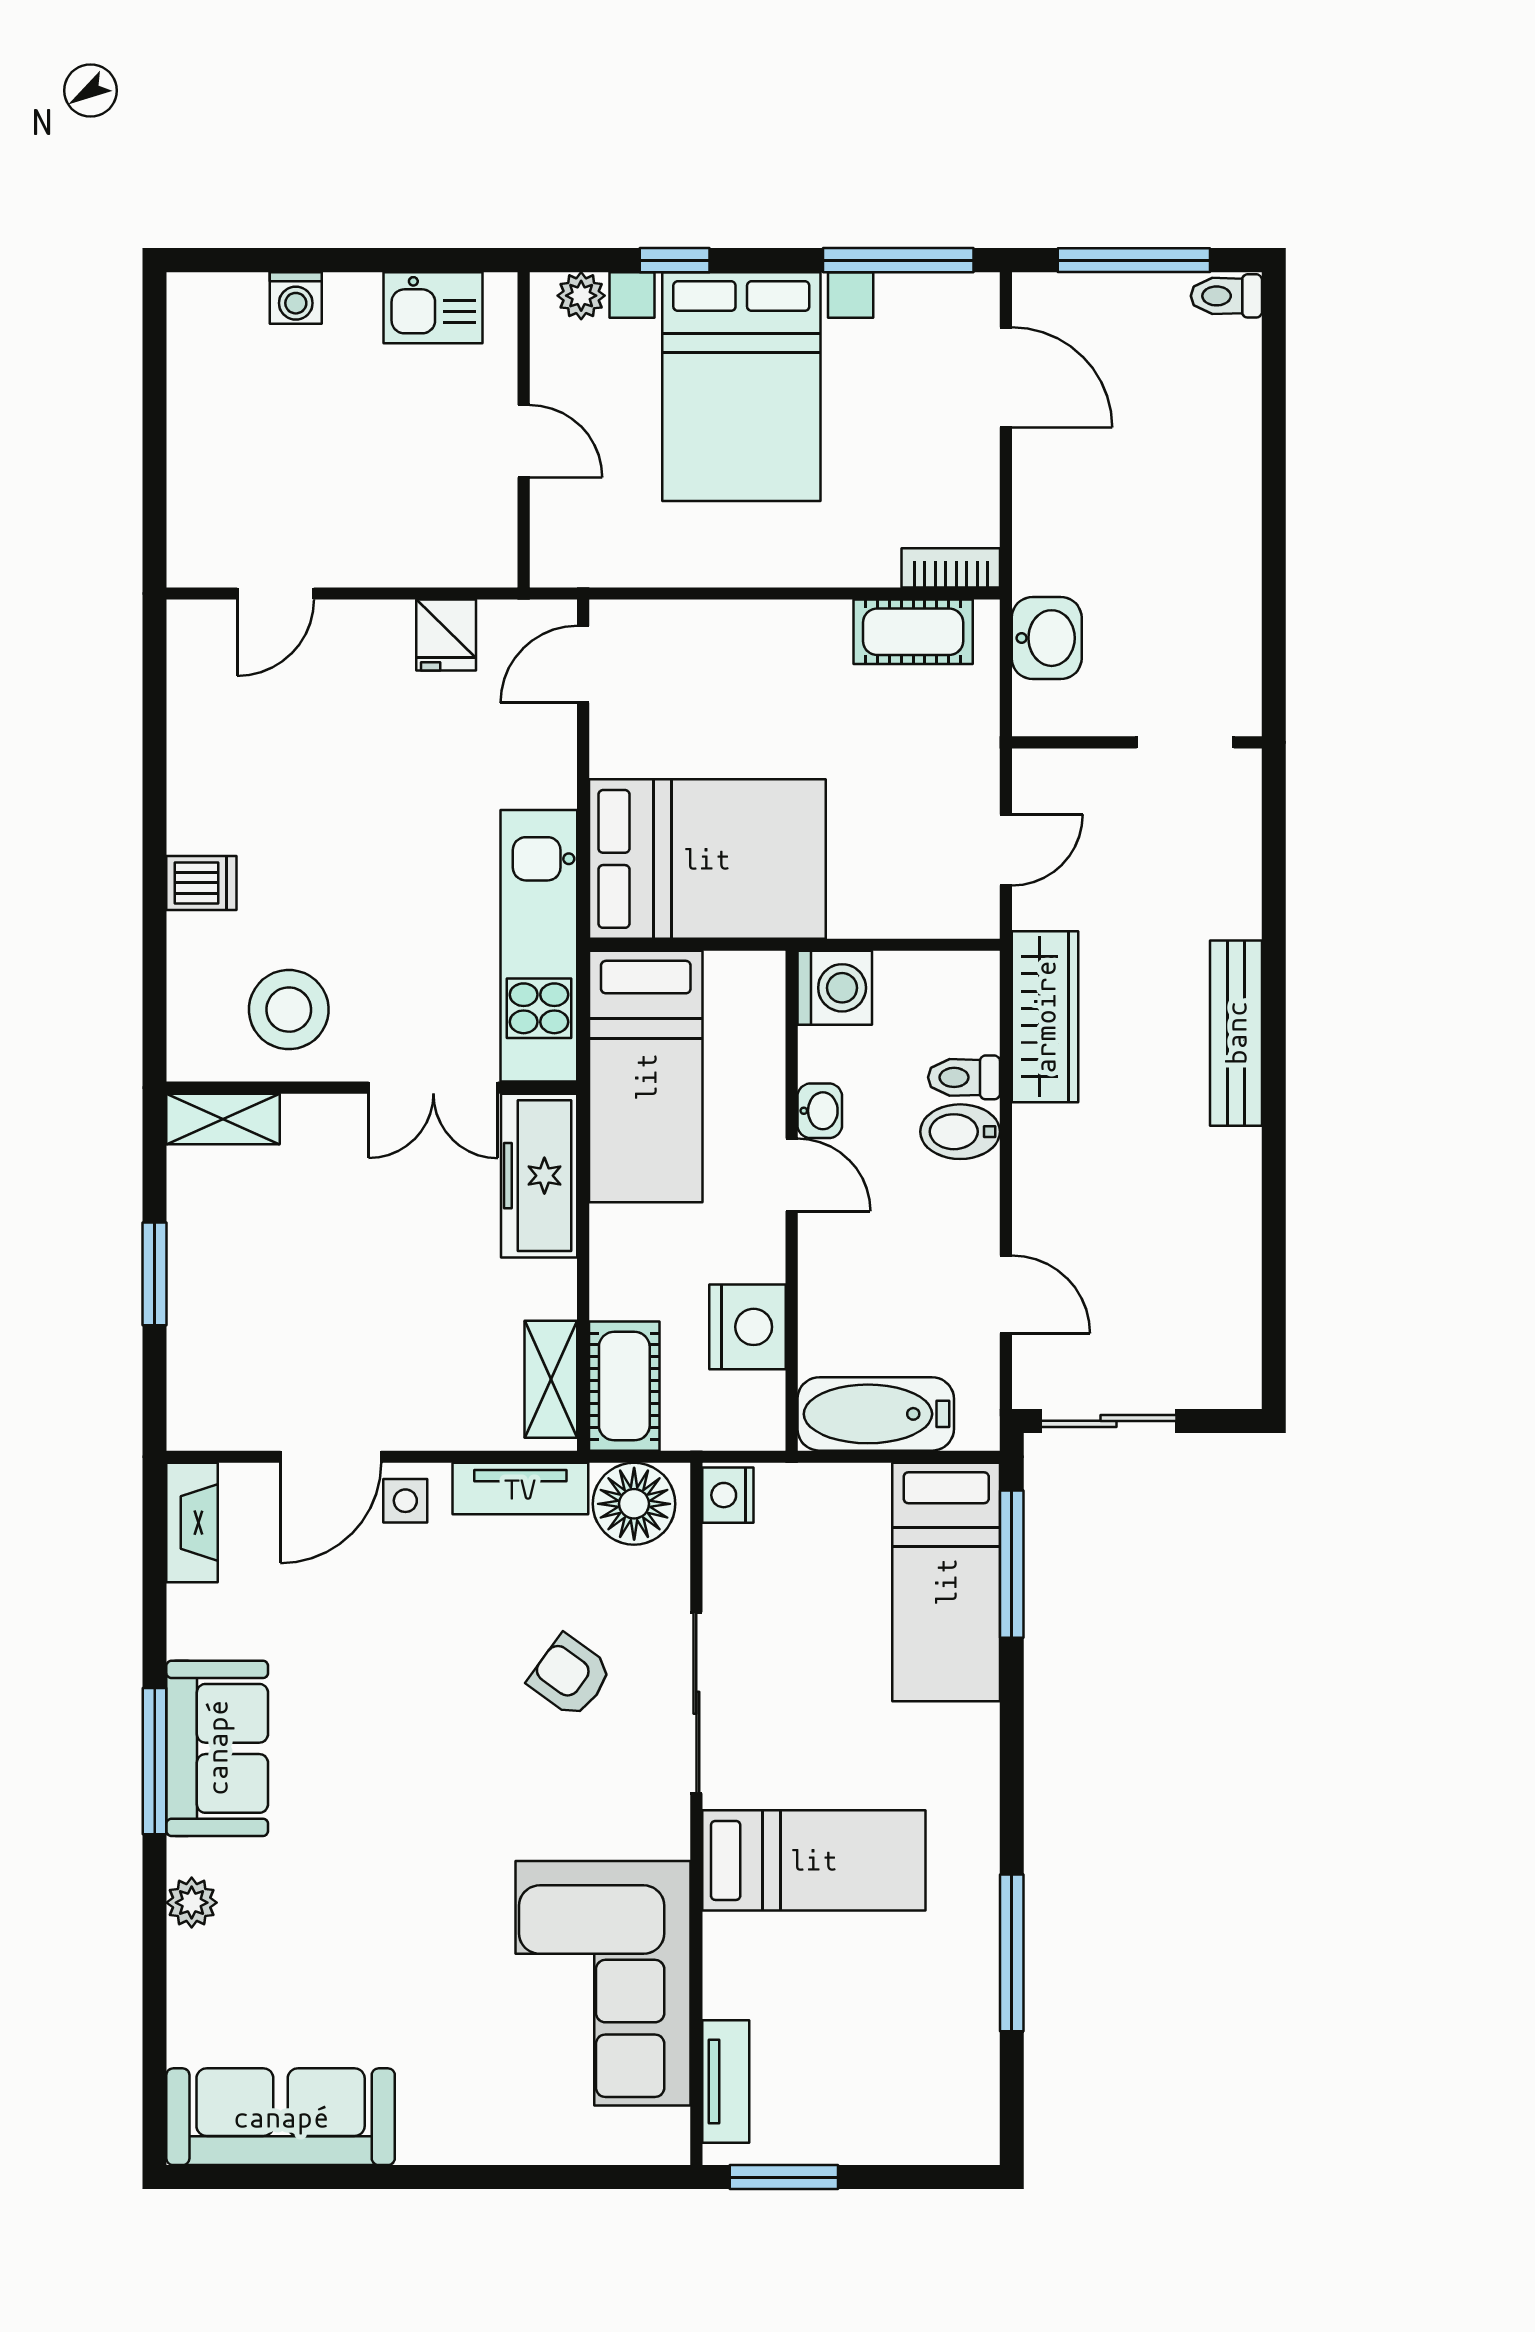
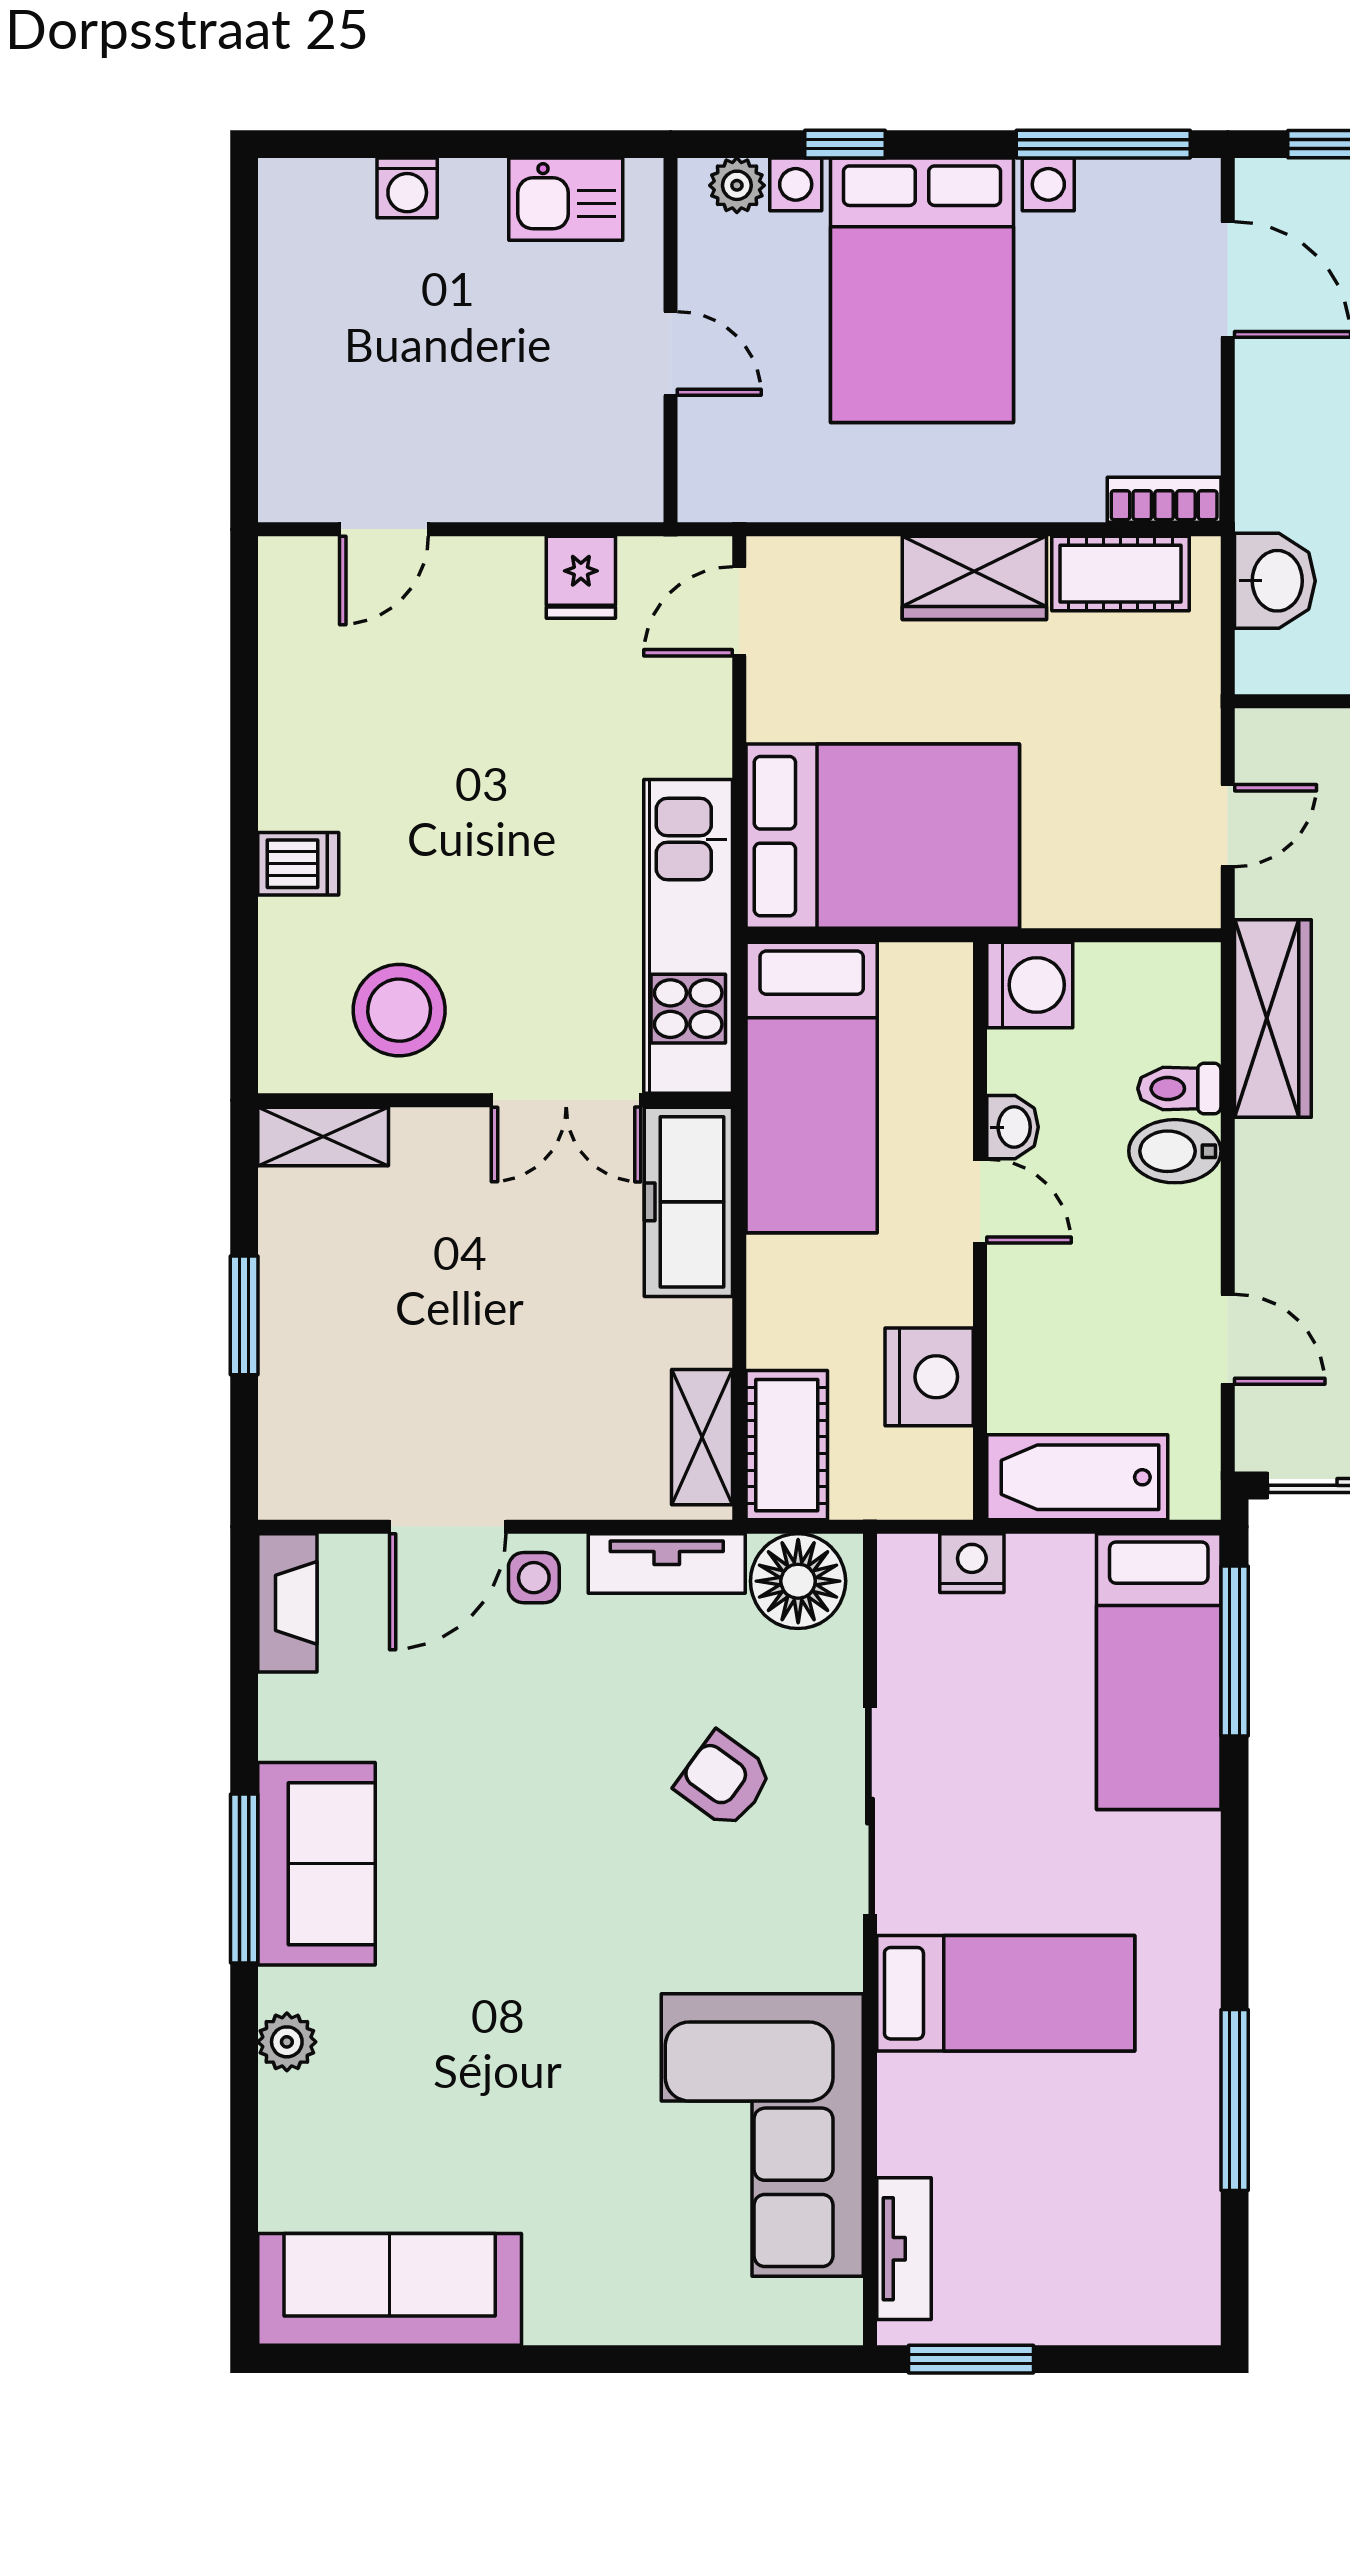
wardrobe: (787, 636) -> (974, 578), added
nightstand: (728, 1495) -> (972, 1563), moved, turned 90

